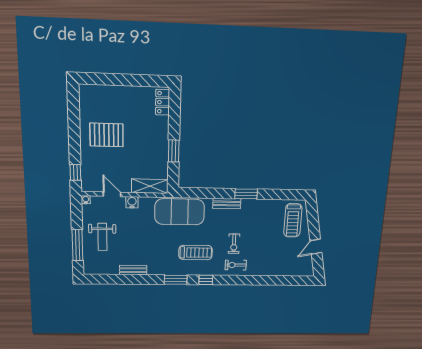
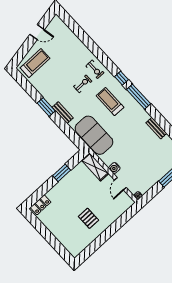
pallet: (106, 135) -> (88, 218), width x0.67, depth x0.71
window: (75, 172) -> (127, 216), removed
weight bench: (102, 237) -> (152, 165), removed
window: (176, 280) -> (139, 97), width x1.44

